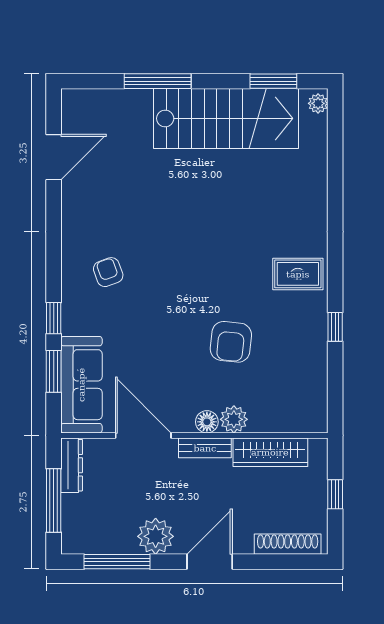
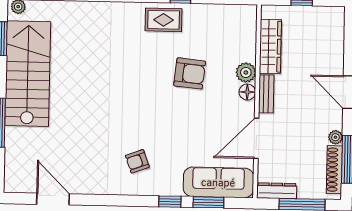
rug: (298, 274) -> (164, 20), moved, turned 90
plant: (156, 536) -> (335, 137), width x0.53, depth x0.53
shoe rack: (288, 544) -> (334, 170), moved

